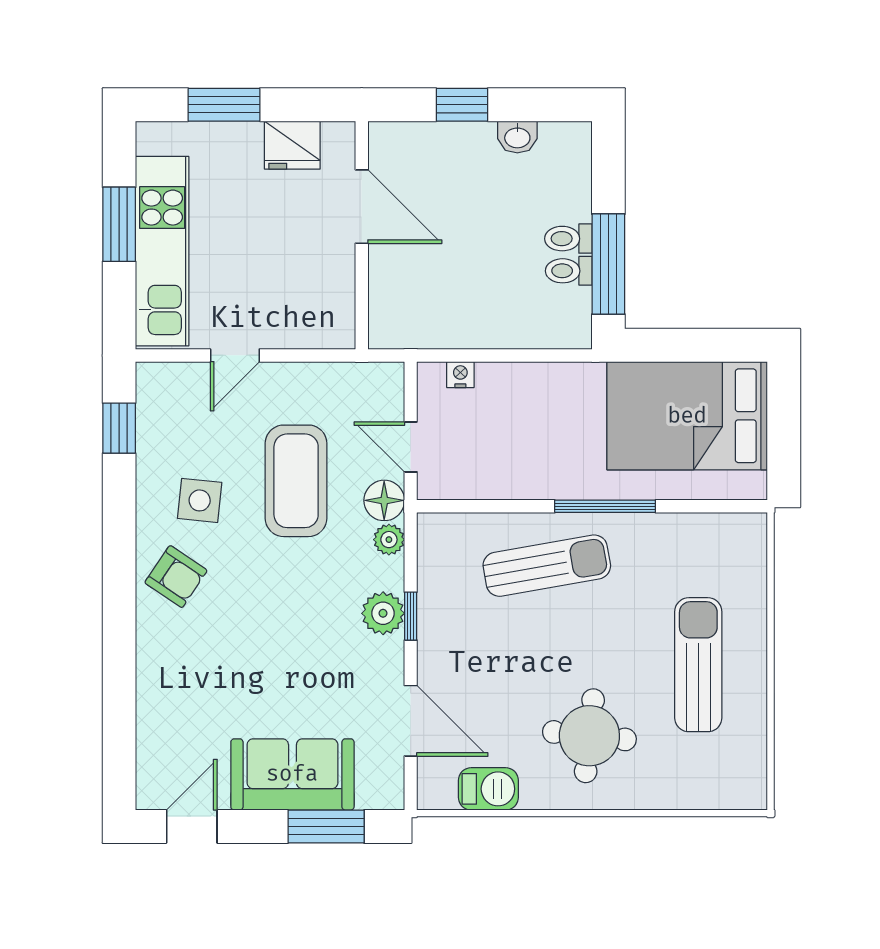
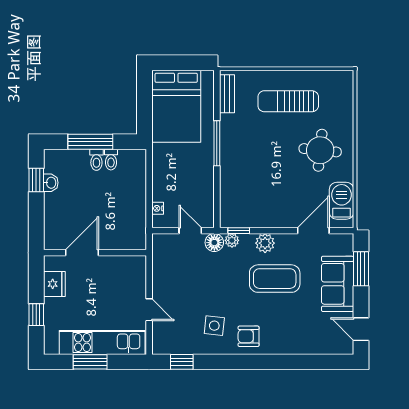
window: (224, 105) -> (36, 315), width x0.67
window: (462, 105) -> (36, 180), moved
window: (608, 264) -> (90, 142), moved
door: (411, 447) -> (190, 231), swing flipped
coffee table: (296, 481) -> (275, 279), moved
bench: (715, 529) -> (227, 94), added
sun lounger: (547, 566) -> (244, 169), removed
armchair: (176, 577) -> (249, 336), turned -124
window: (411, 616) -> (239, 231), moved
barbecue: (488, 789) -> (342, 201), width x1.38, depth x1.27

